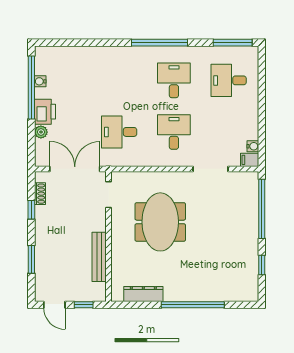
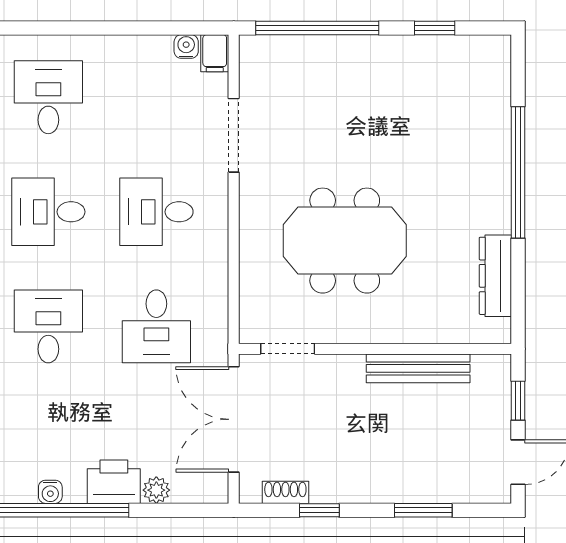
desk: (119, 80) -> (48, 326), added
desk: (229, 80) -> (48, 97), turned 180

